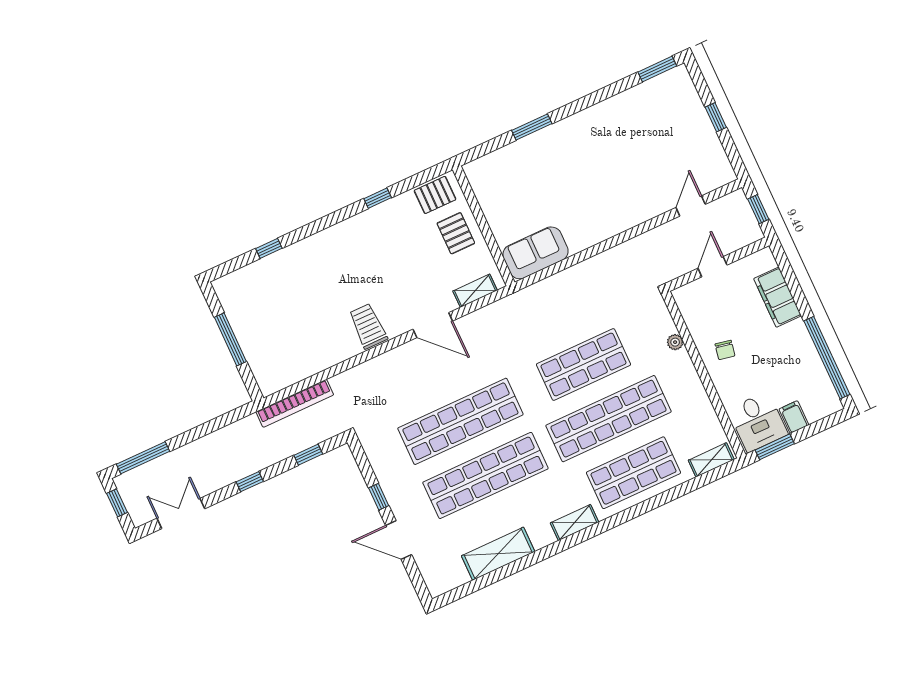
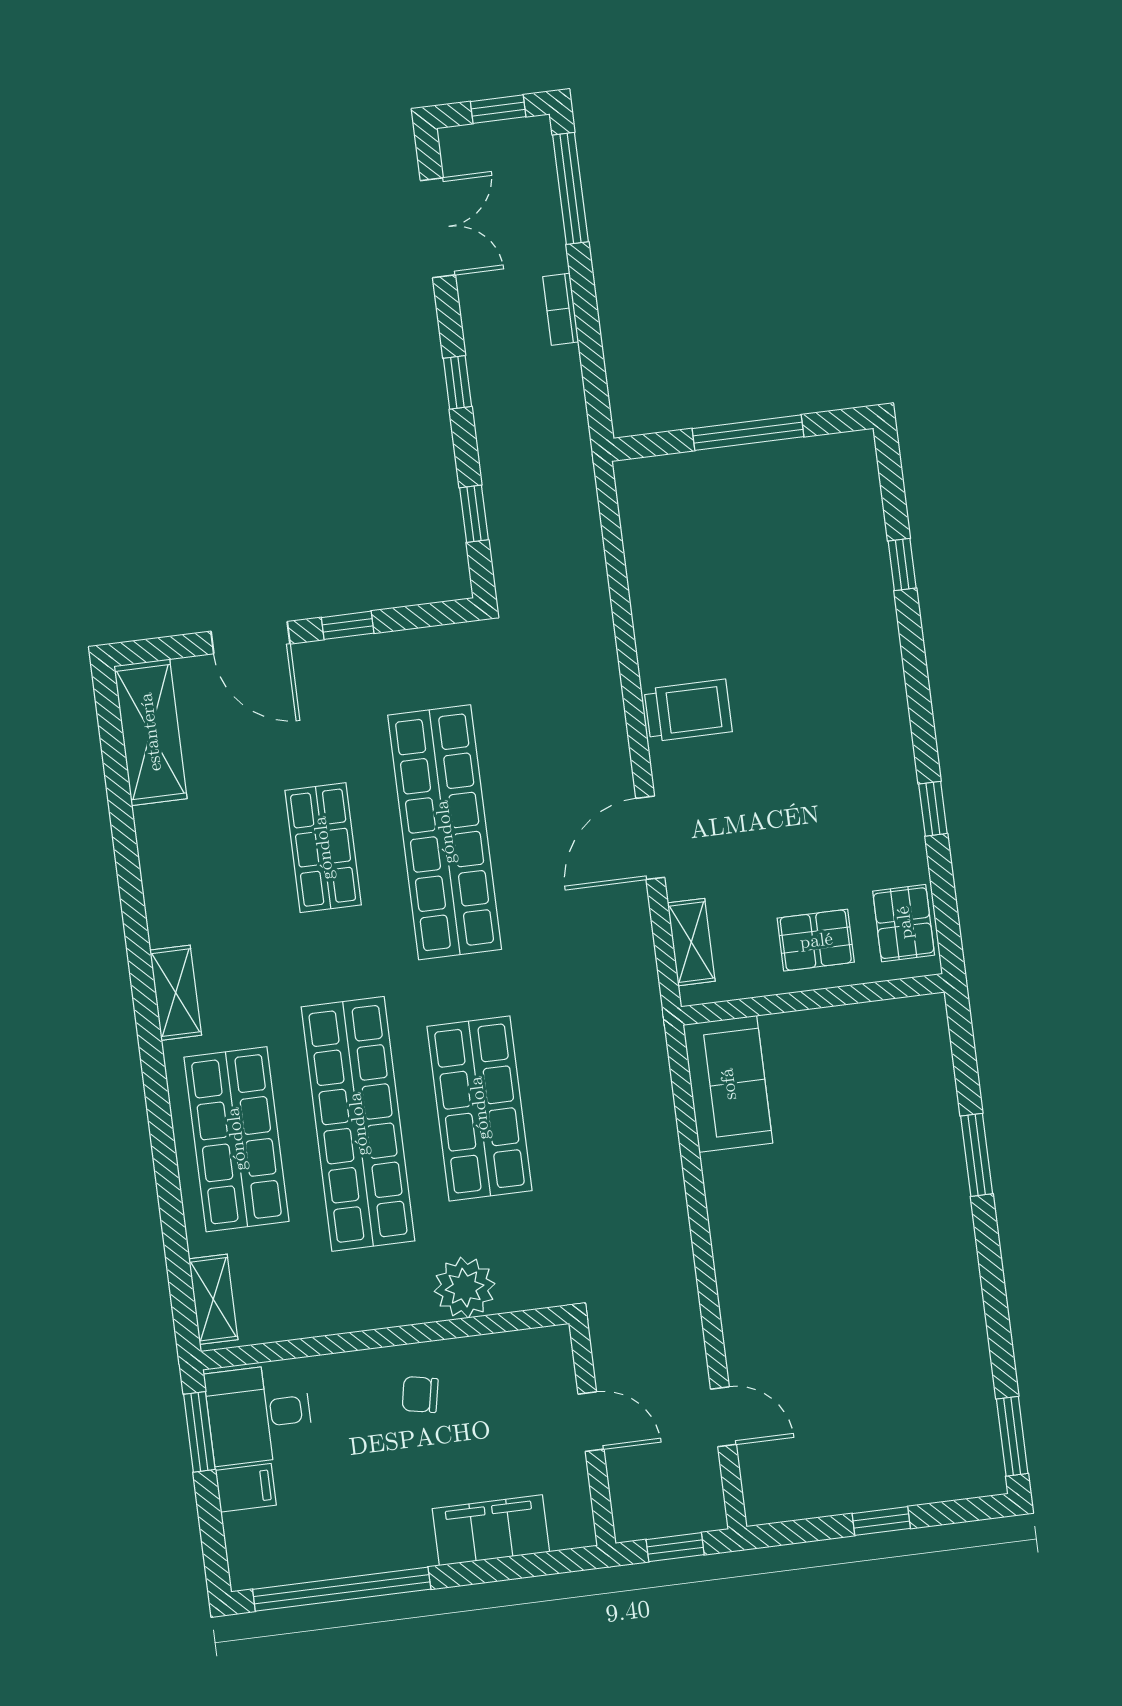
plant: (675, 342) -> (465, 1288), width x1.87, depth x1.87
bookcase: (295, 403) -> (561, 309), moved, width x0.43, depth x0.76
shop shelf: (485, 475) -> (323, 848), width x0.50, depth x0.74
door: (399, 540) -> (250, 638), swing flipped
shelving: (498, 554) -> (150, 732), moved

